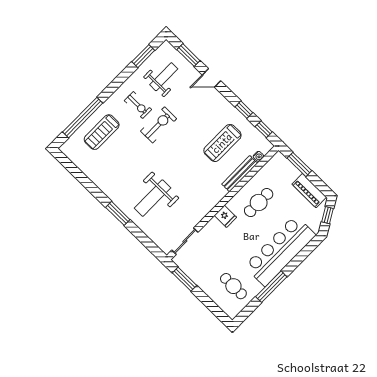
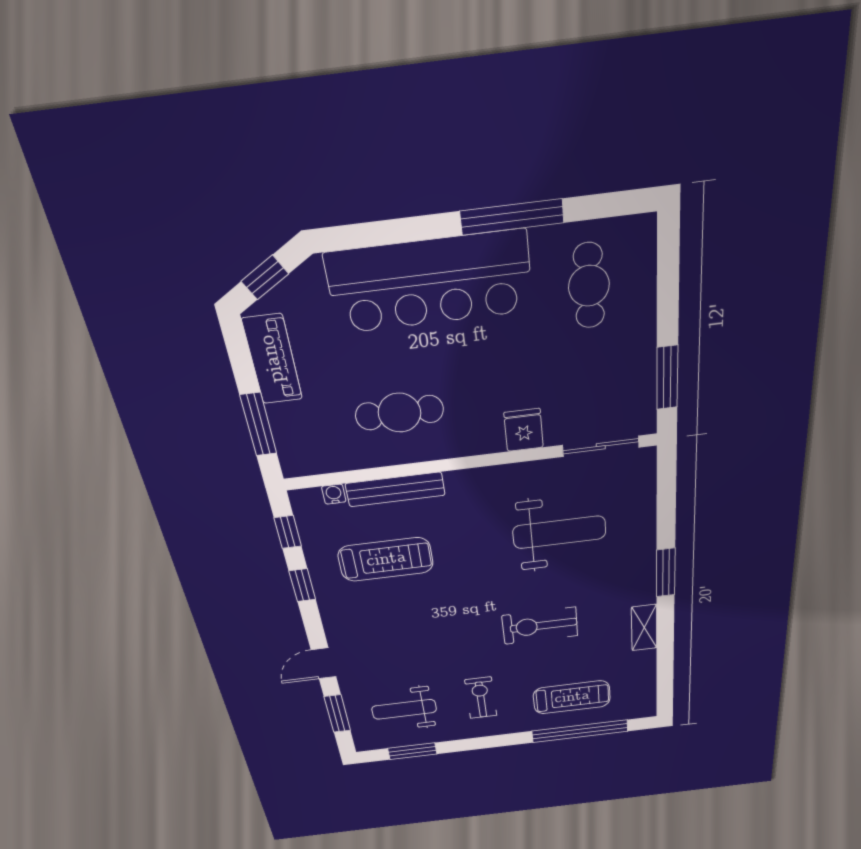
door: (212, 78) -> (324, 663), swing flipped
exercise bike: (159, 125) -> (540, 626), moved
shelving: (103, 185) -> (644, 628), added
weight bench: (153, 198) -> (559, 532), moved
fridge: (225, 216) -> (524, 430), moved

